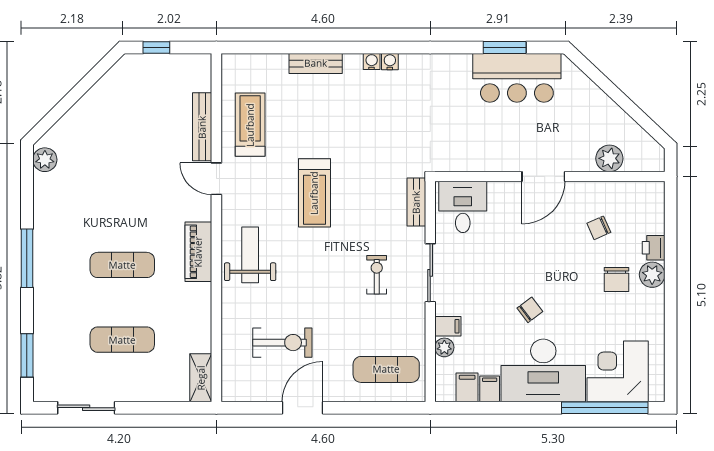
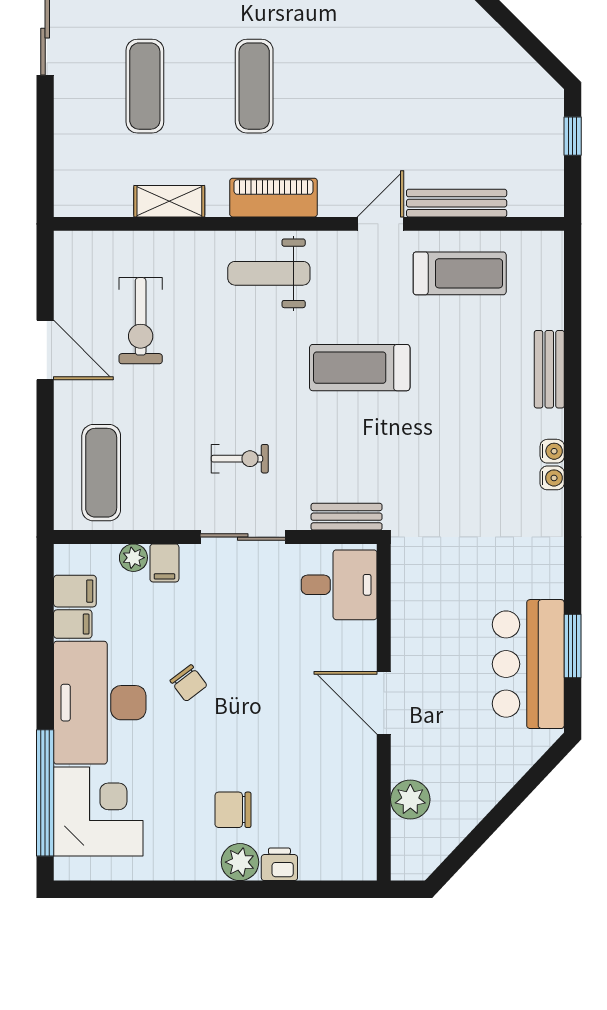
chair: (599, 228) -> (309, 784), removed
weight bench: (250, 255) -> (269, 273), turned 180
shelving: (201, 378) -> (169, 201), moved

